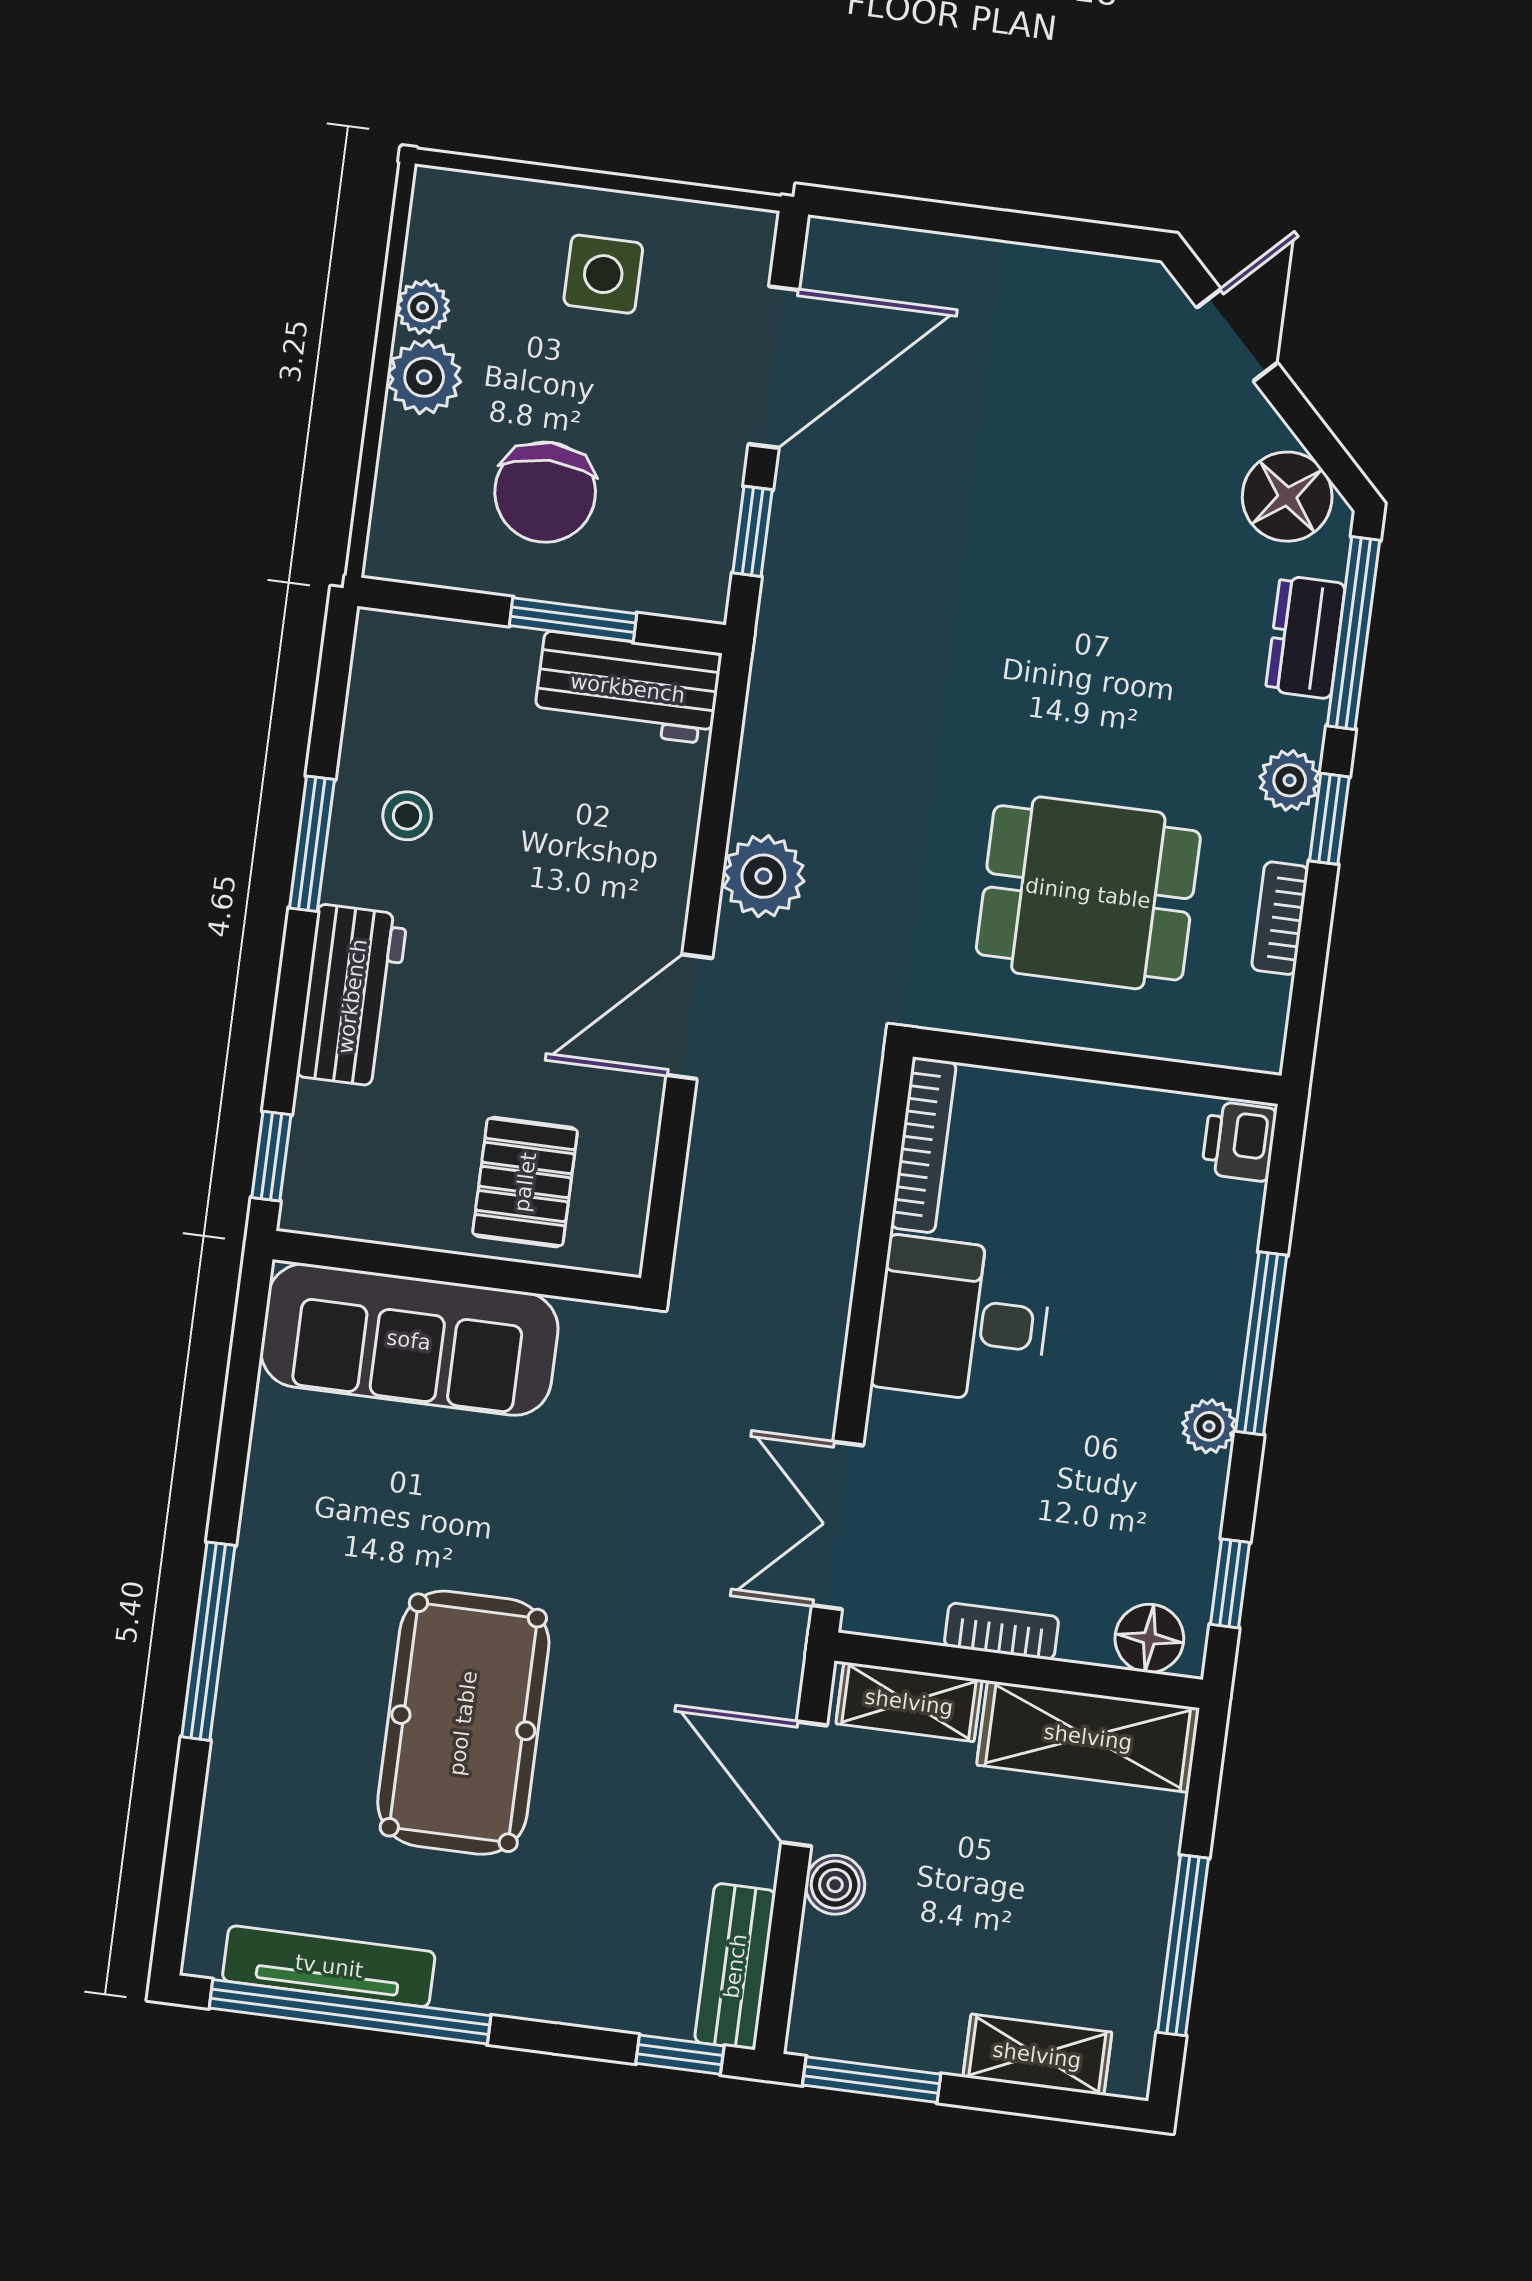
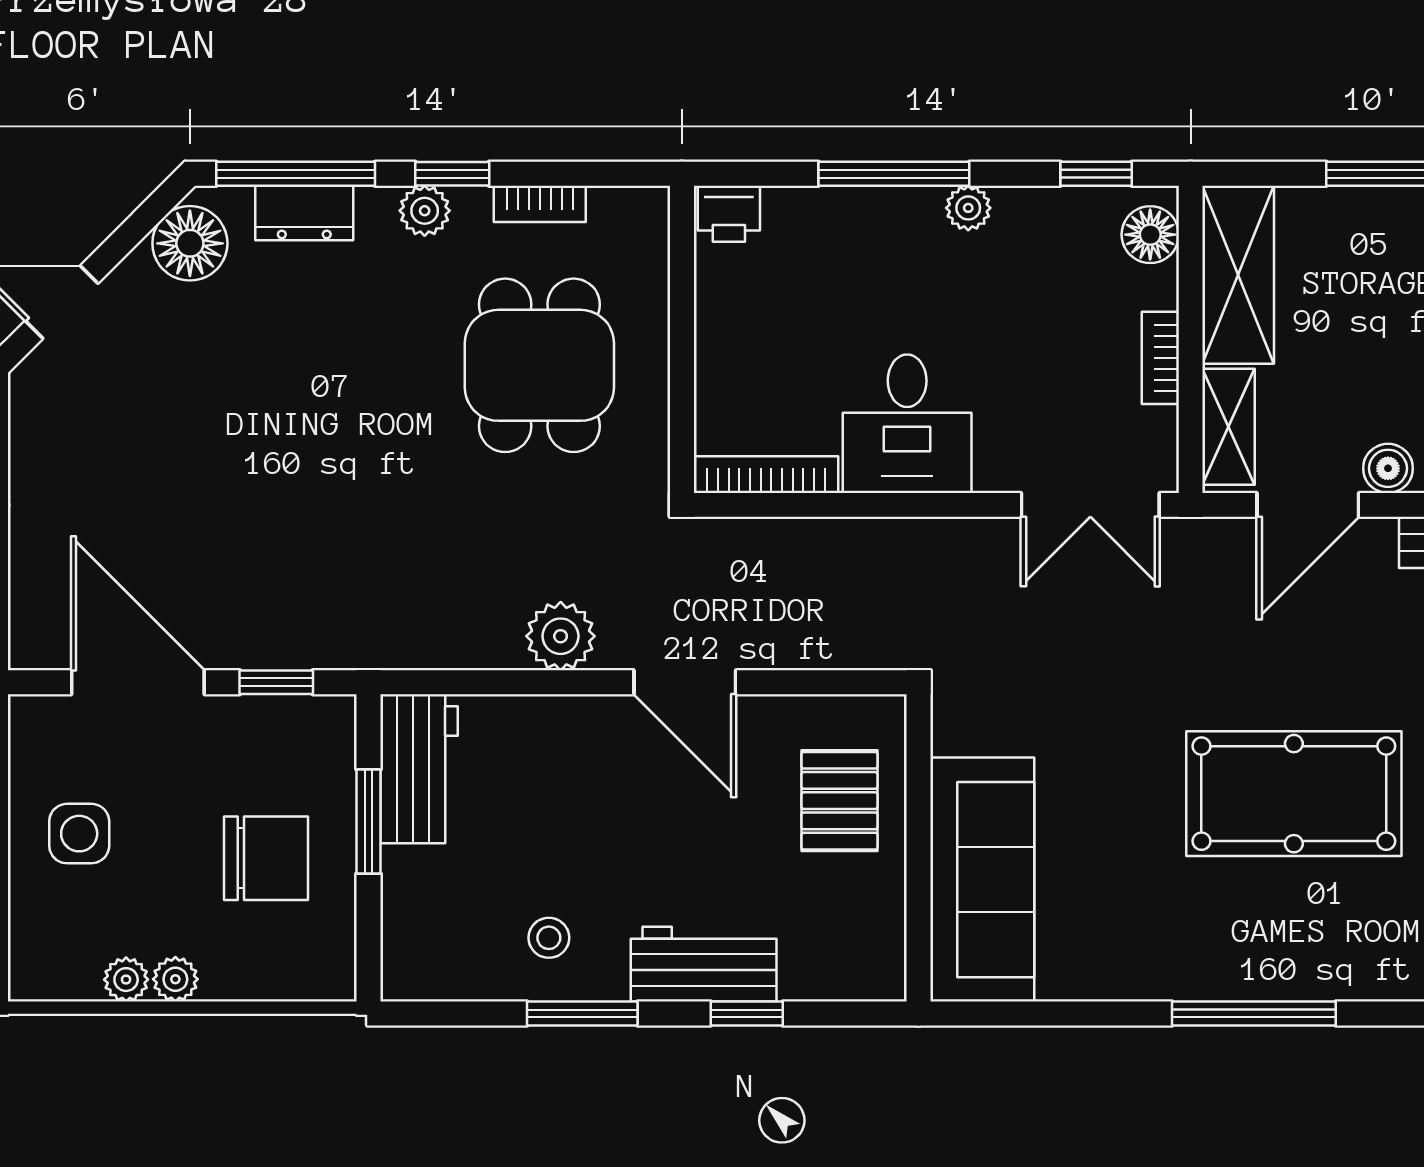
plant: (424, 377) -> (175, 979), width x0.73, depth x0.73
window: (271, 1156) -> (747, 1014), moved
pallet: (525, 1182) -> (839, 801), turned 90

